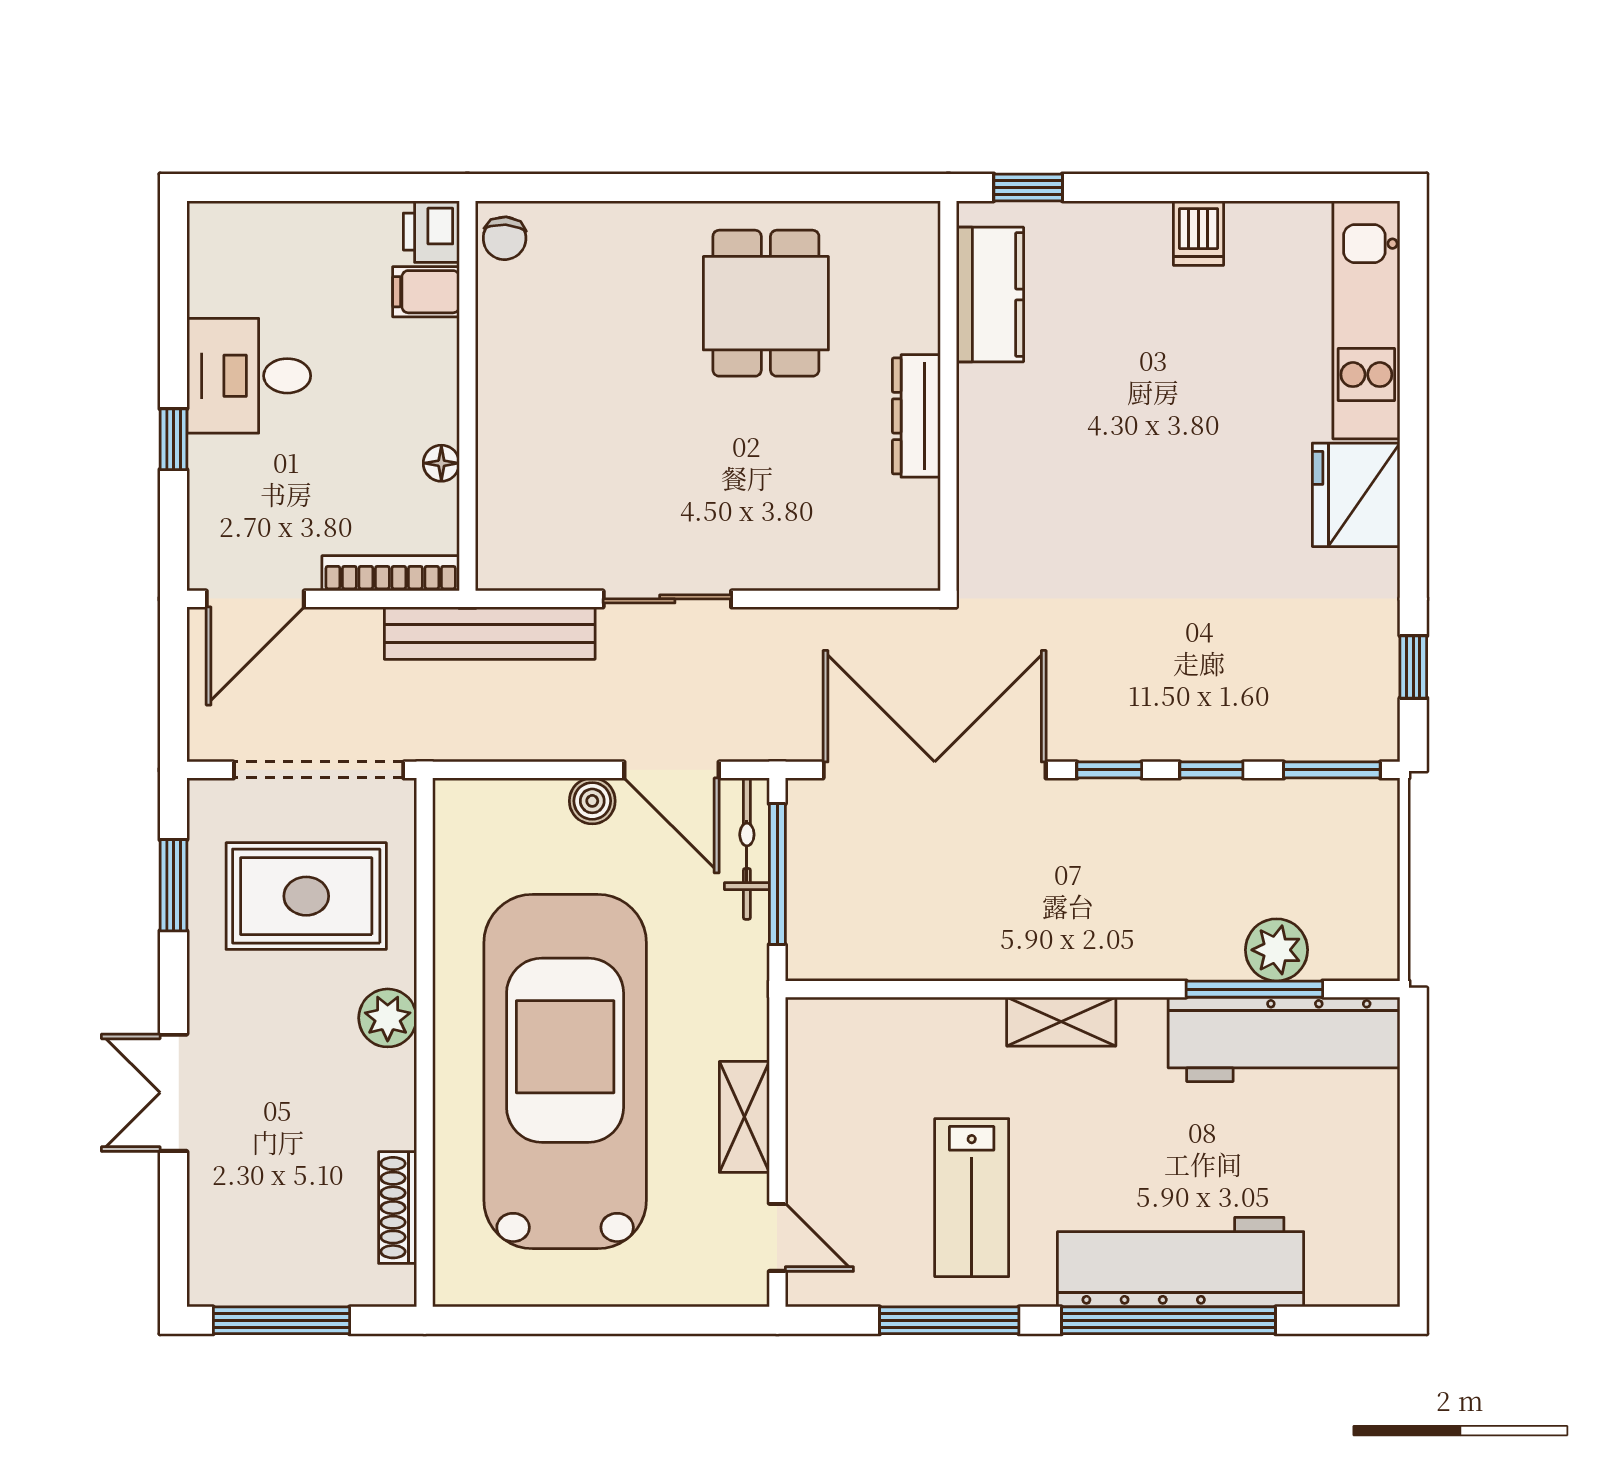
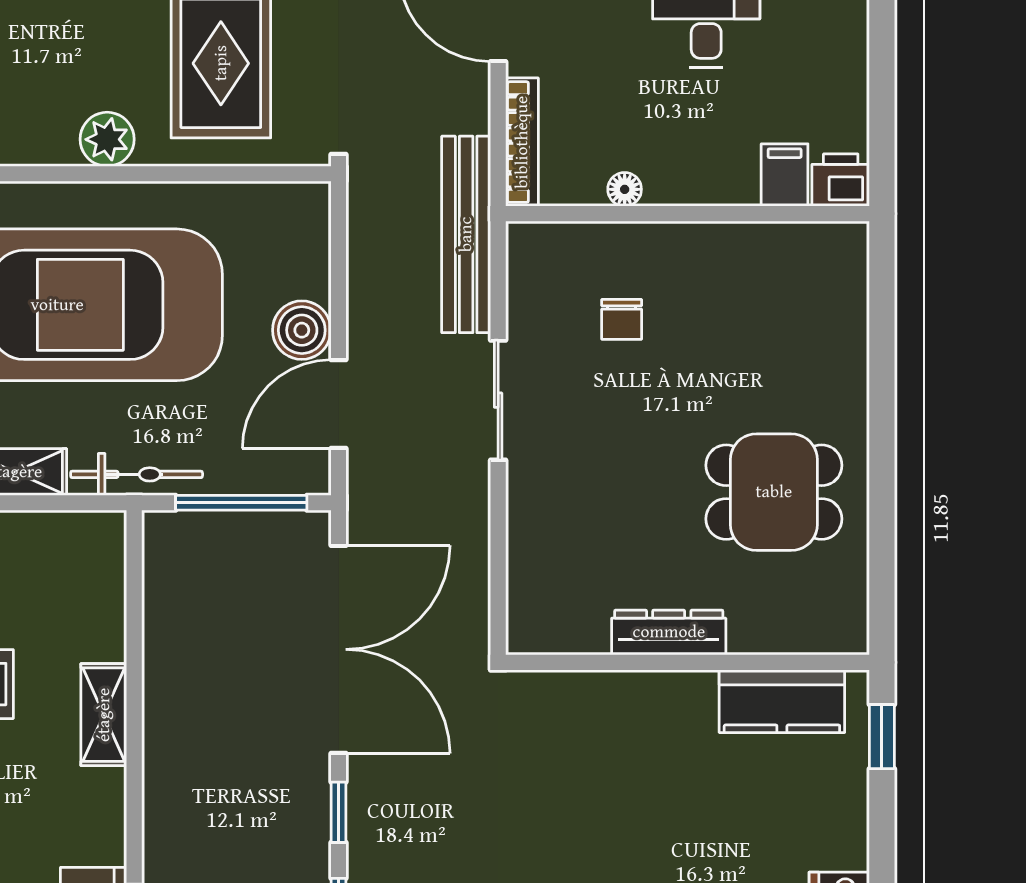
chair: (505, 238) -> (622, 319), moved, turned -94
boiler: (592, 801) -> (302, 330), width x1.36, depth x1.36
bicycle: (747, 849) -> (137, 474), moved
shelving: (1061, 1022) -> (104, 715), moved

